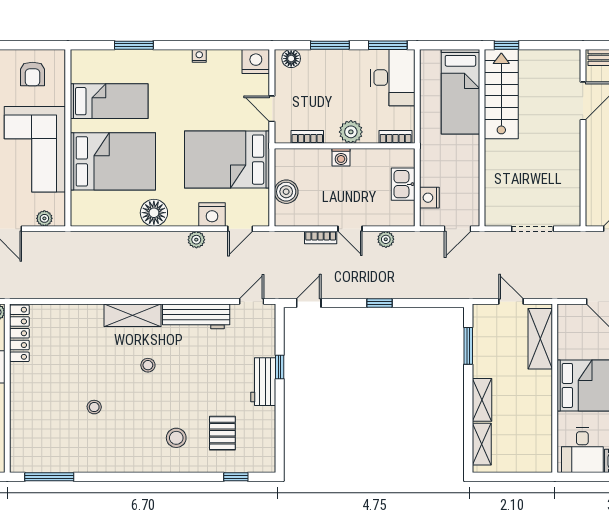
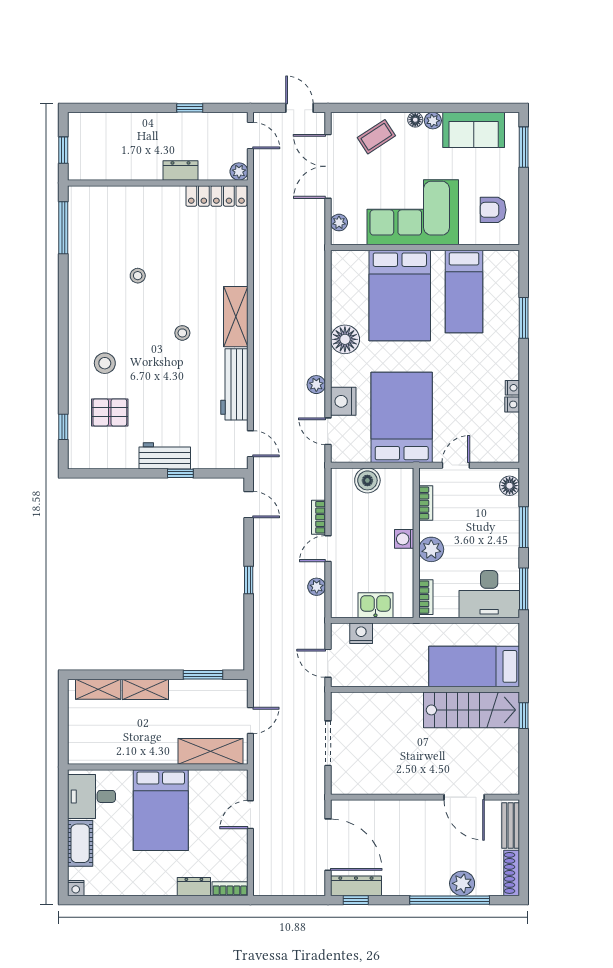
nightstand: (256, 62) -> (512, 404), moved, width x0.53, depth x0.56

